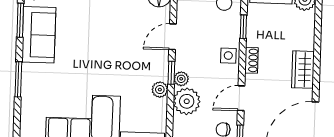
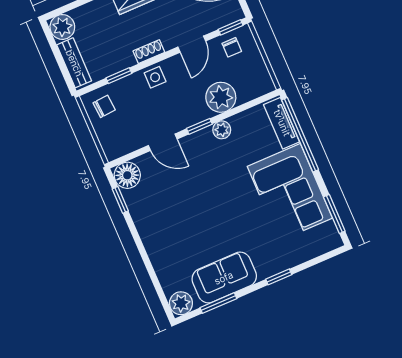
window: (18, 79) -> (279, 277), width x0.67
plant: (181, 79) -> (201, 113), removed
door: (241, 98) -> (192, 44), hinge flipped

